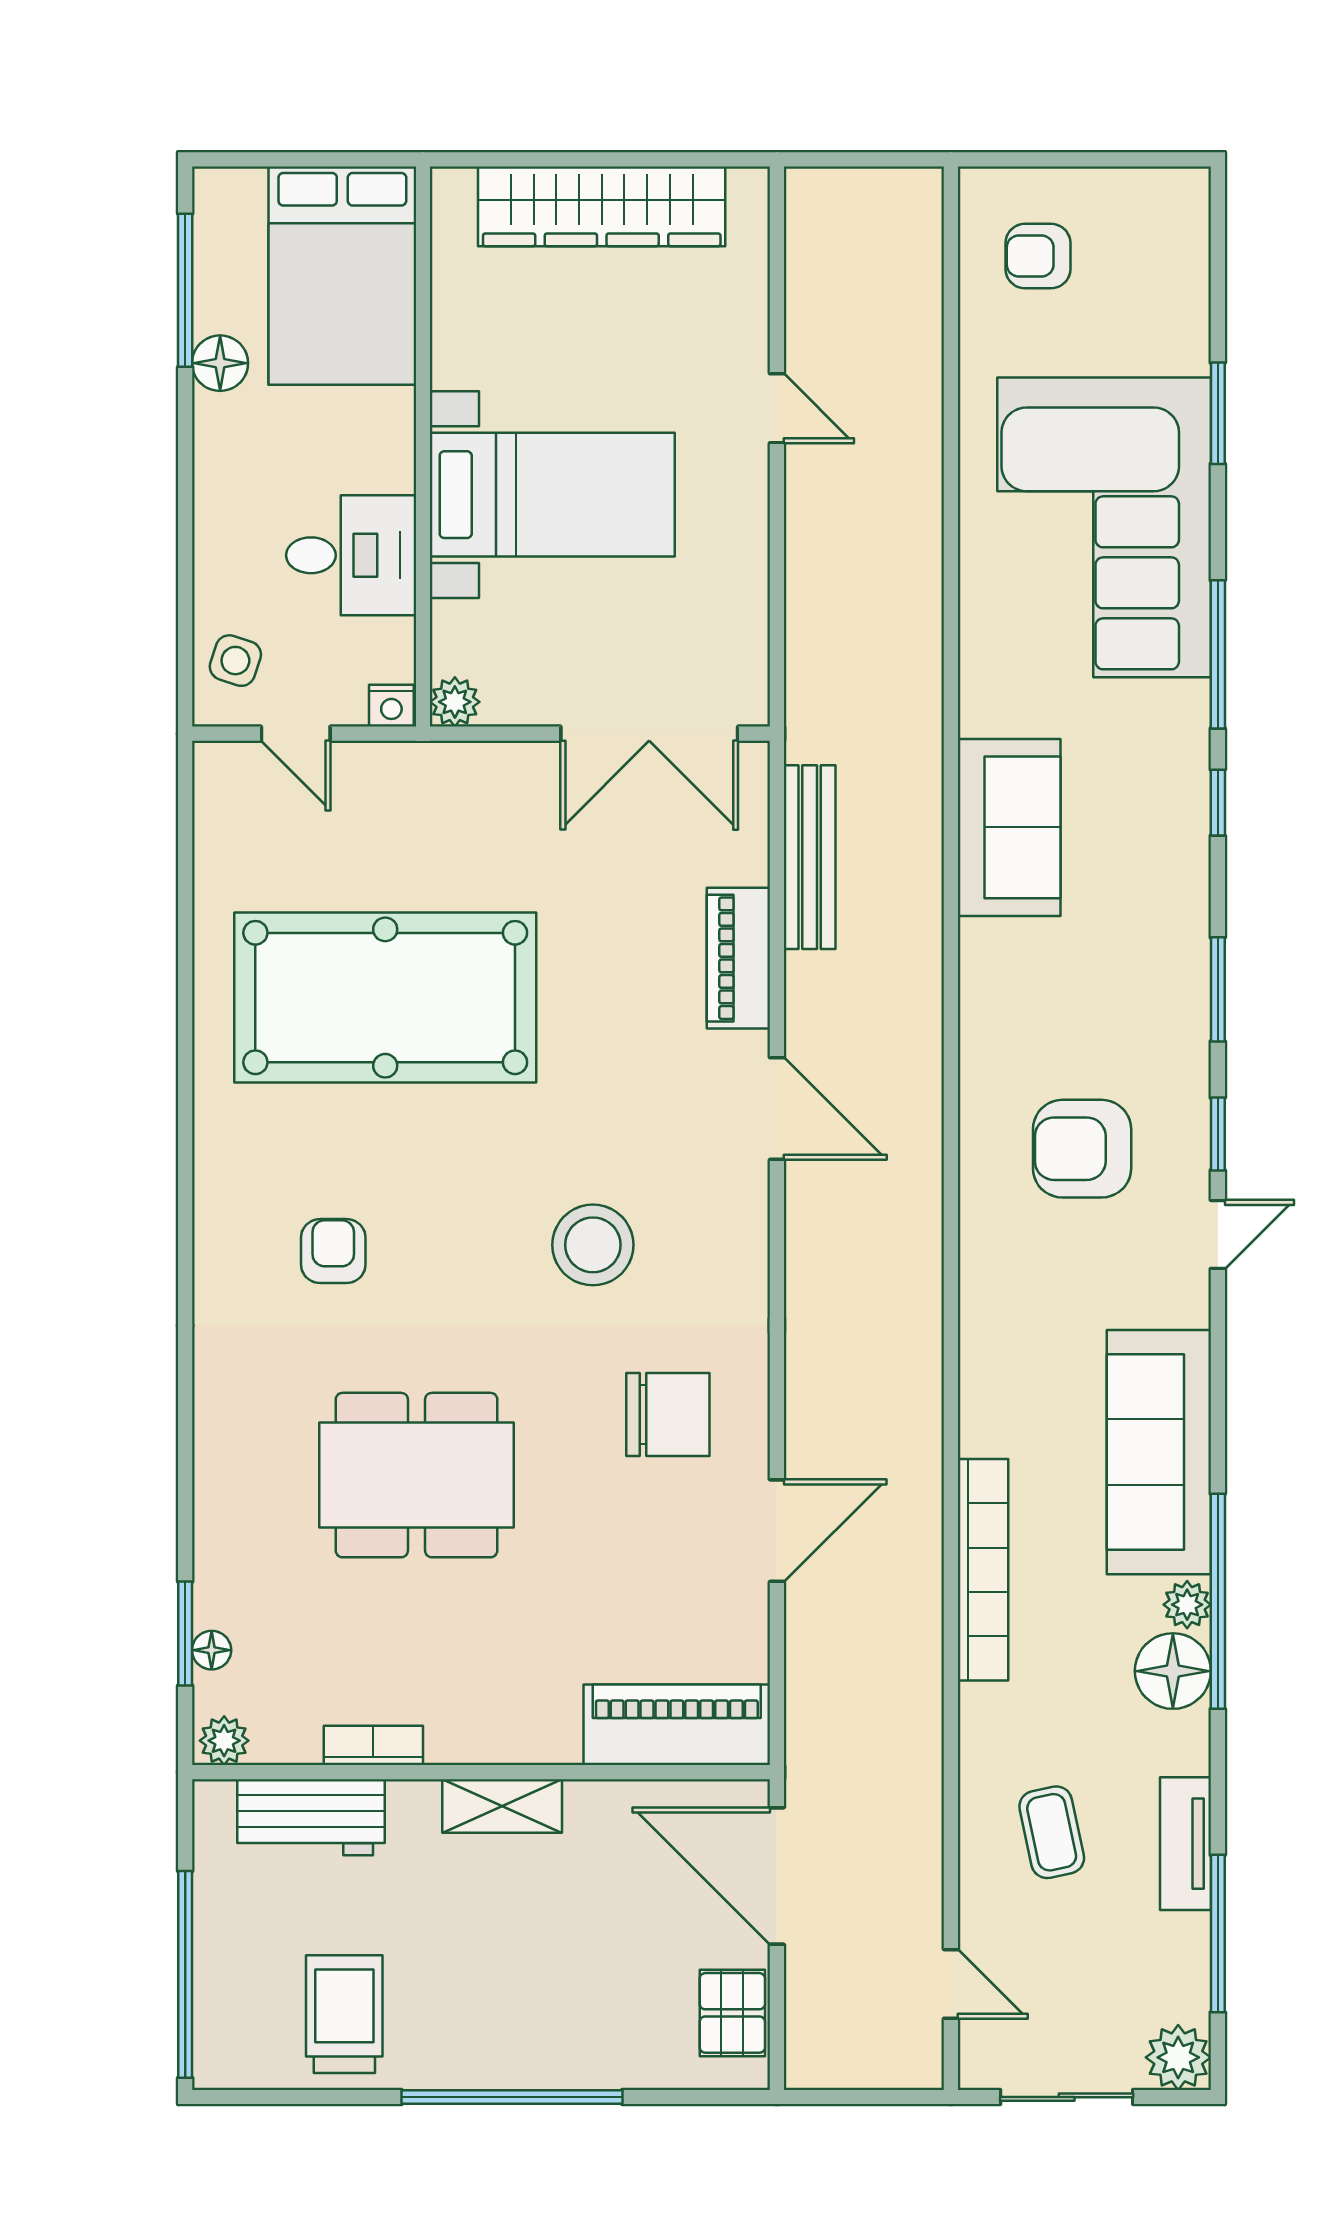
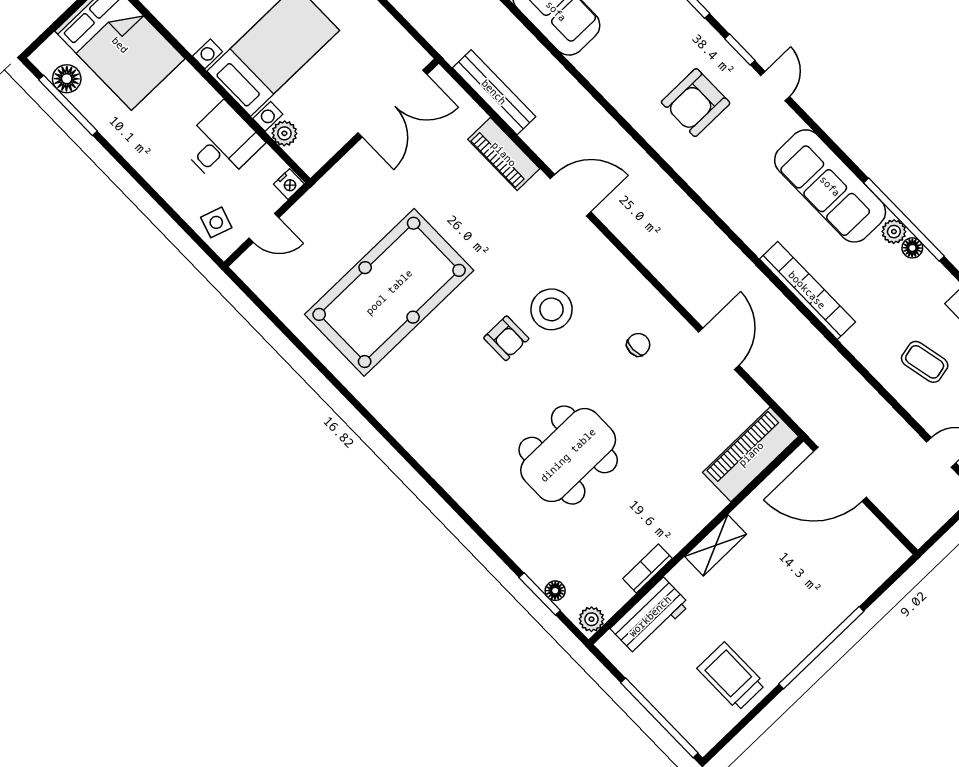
floor lamp: (220, 363) -> (67, 79), moved
plant: (455, 702) -> (284, 133), moved
armchair: (333, 1251) -> (506, 338), moved, turned 180
chair: (668, 1415) -> (638, 345), width x0.54, depth x0.54
floor lamp: (1173, 1671) -> (912, 248), width x0.53, depth x0.53
pallet: (732, 2013) -> (872, 540), removed

